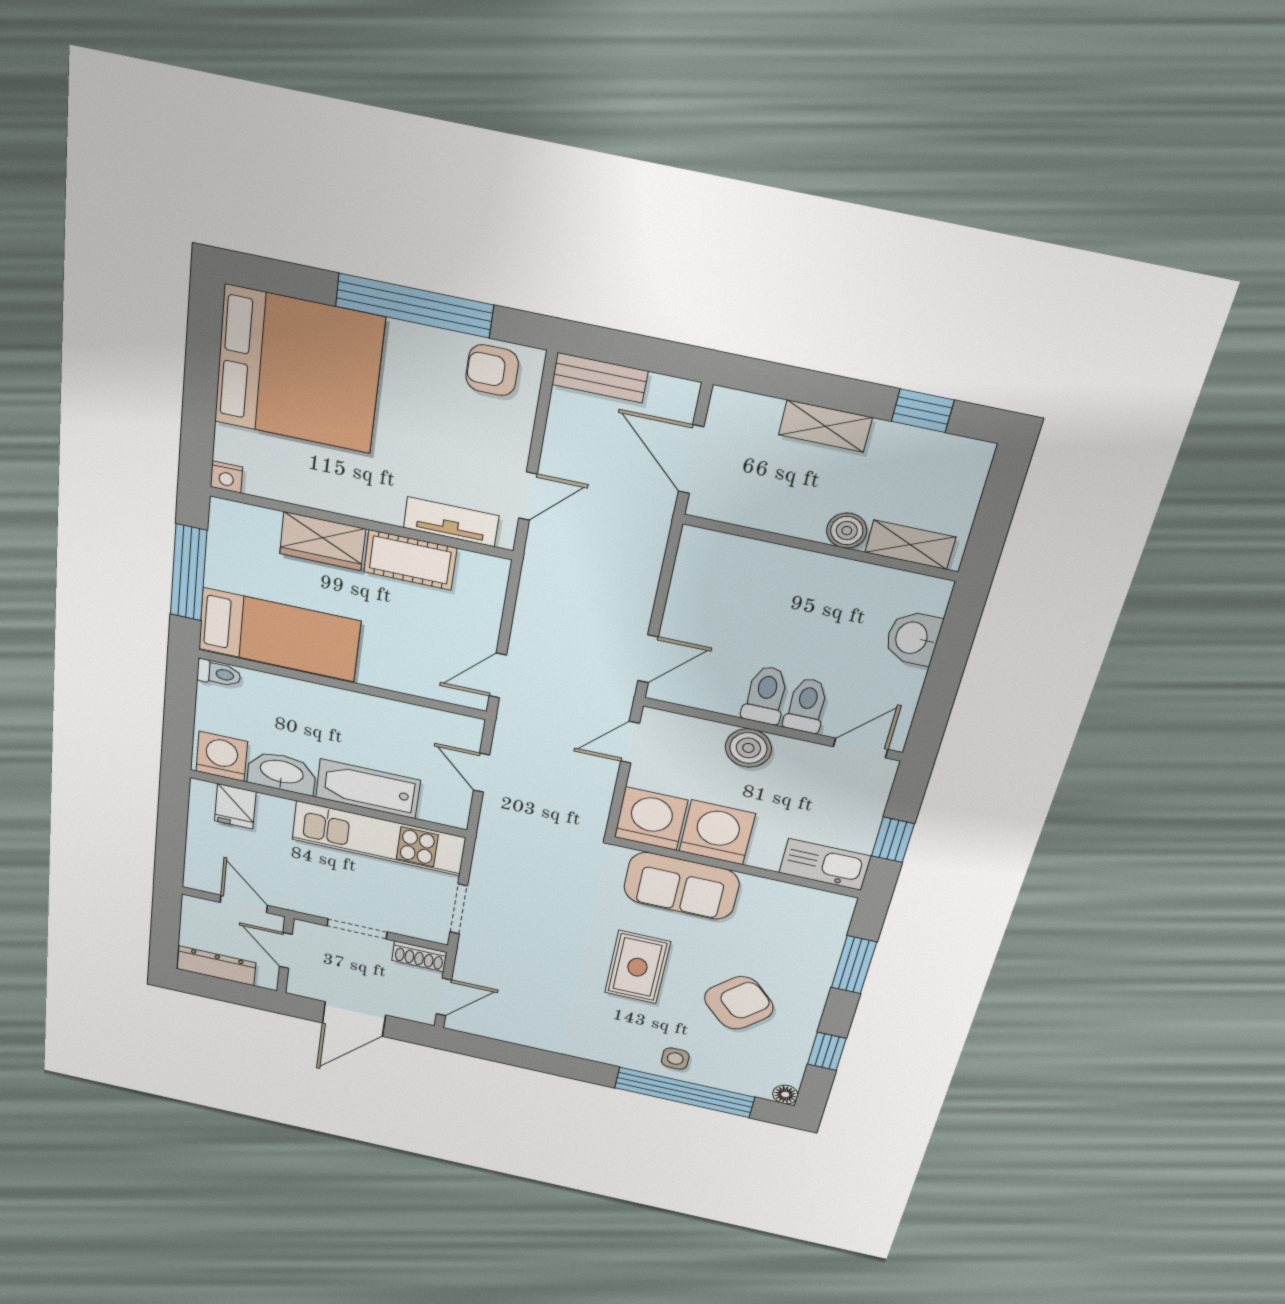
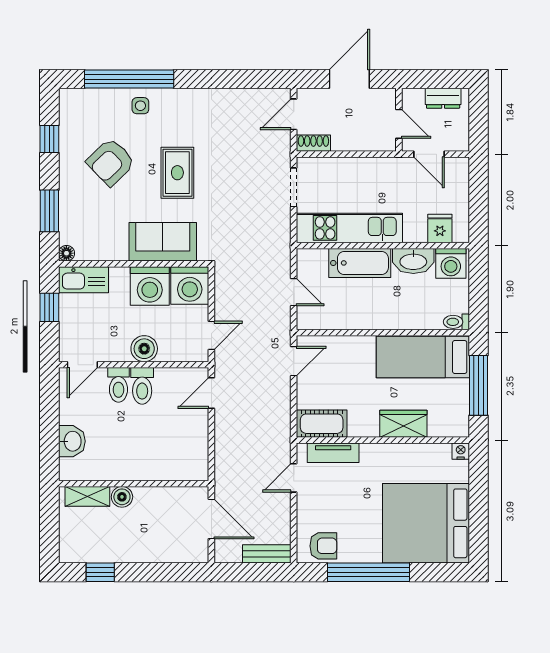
shelving: (825, 426) -> (147, 553), removed
cot: (410, 560) -> (322, 424), moved
doorway: (357, 929) -> (355, 154), removed
dresser: (216, 966) -> (443, 98), width x0.70
floor lamp: (785, 1094) -> (66, 253), moved

